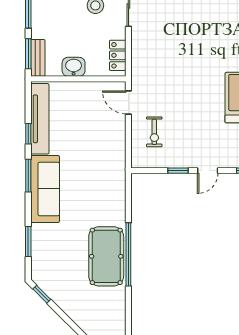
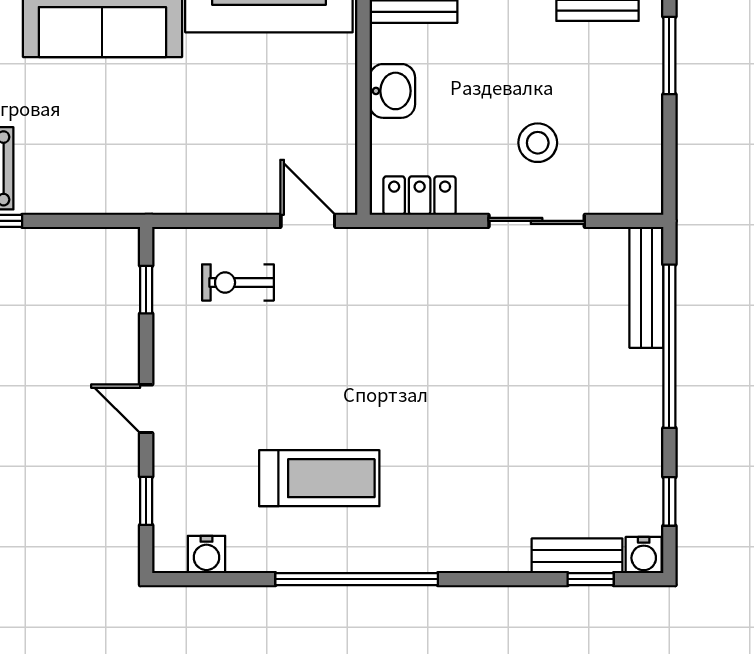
door: (128, 102) -> (308, 221), hinge flipped
window: (178, 171) -> (146, 290), moved

